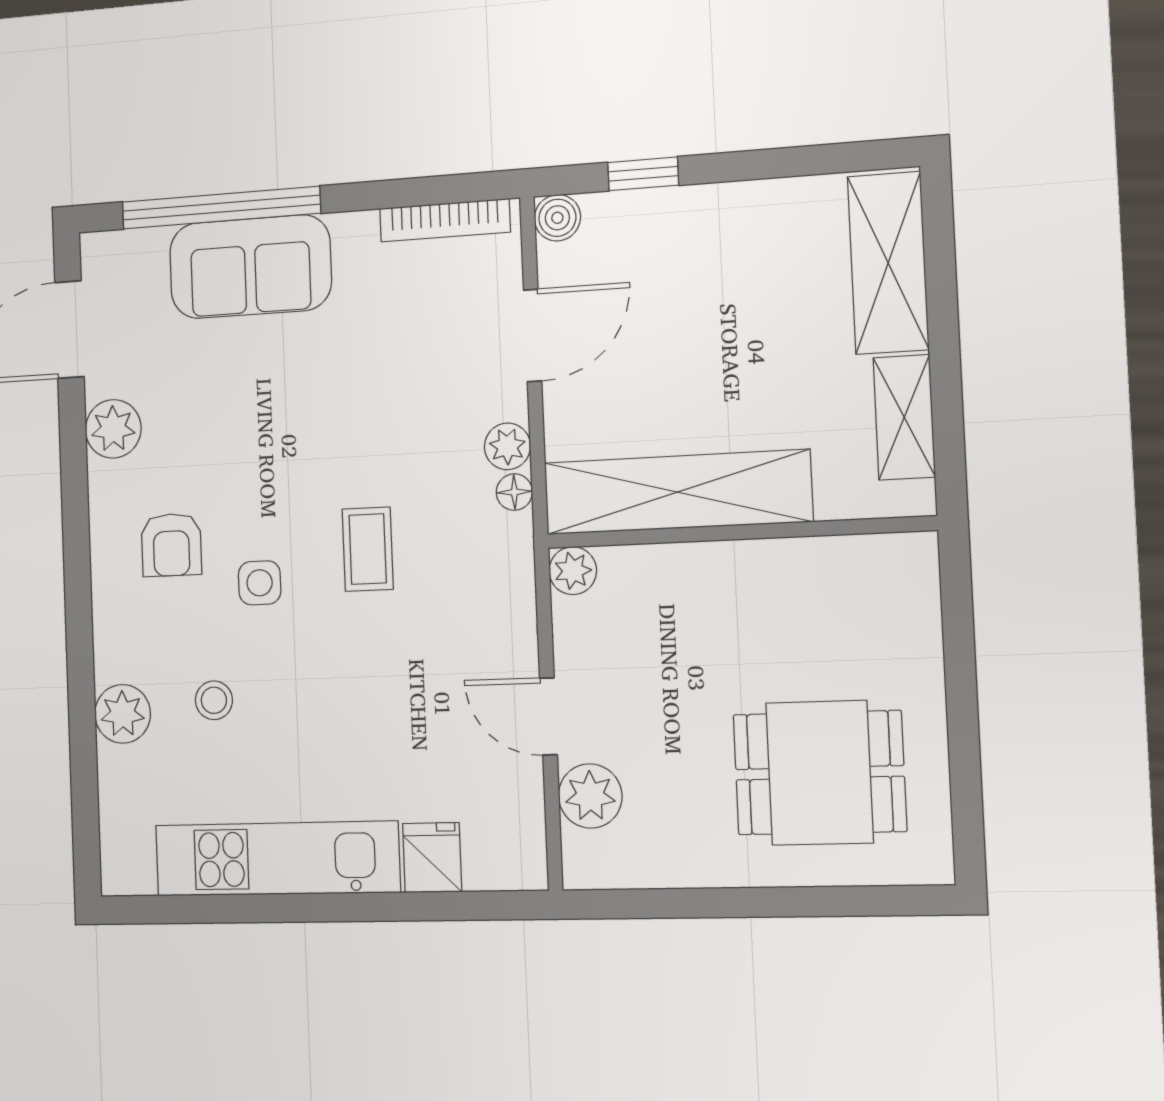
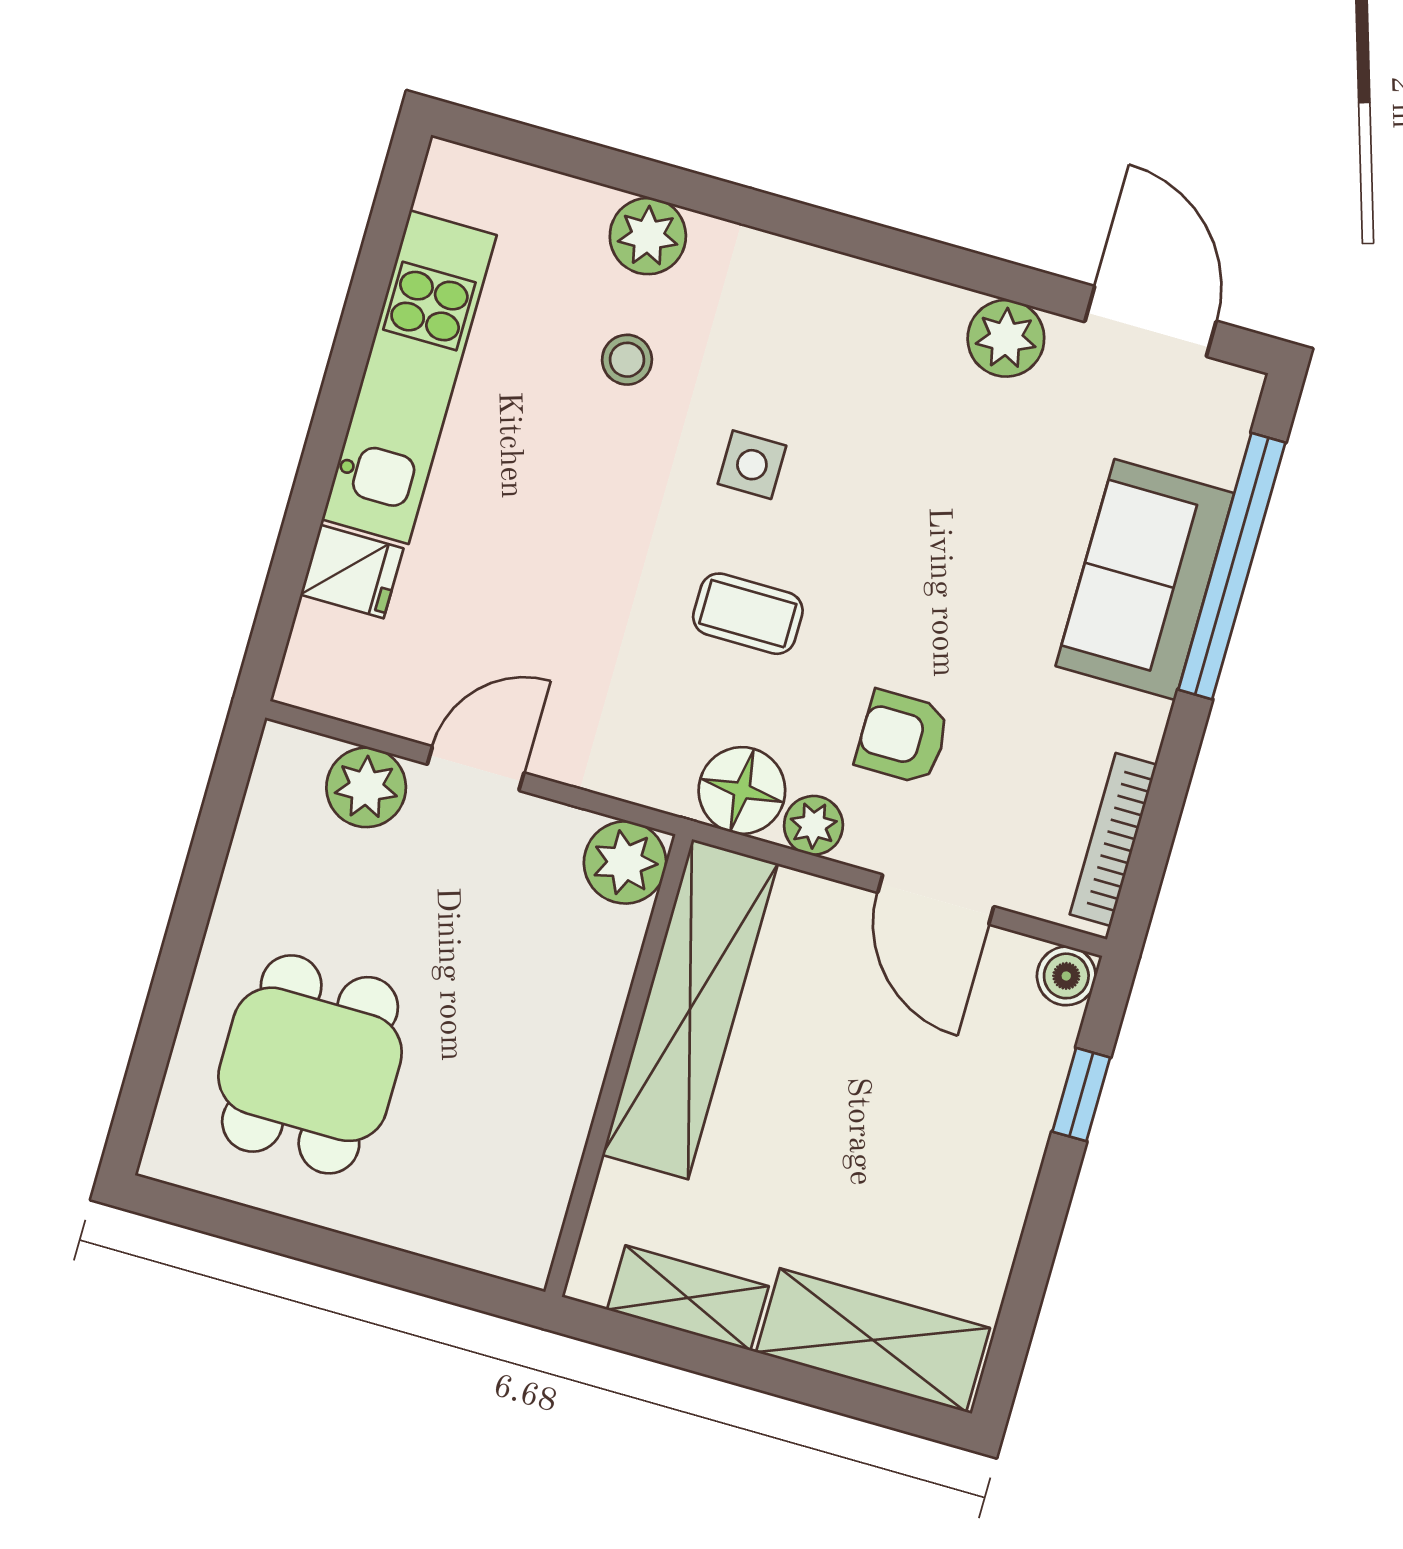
floor lamp: (514, 492) -> (742, 790), width x1.89, depth x1.89
armchair: (171, 545) -> (903, 737), moved
plant: (573, 571) -> (625, 862), width x1.38, depth x1.38

